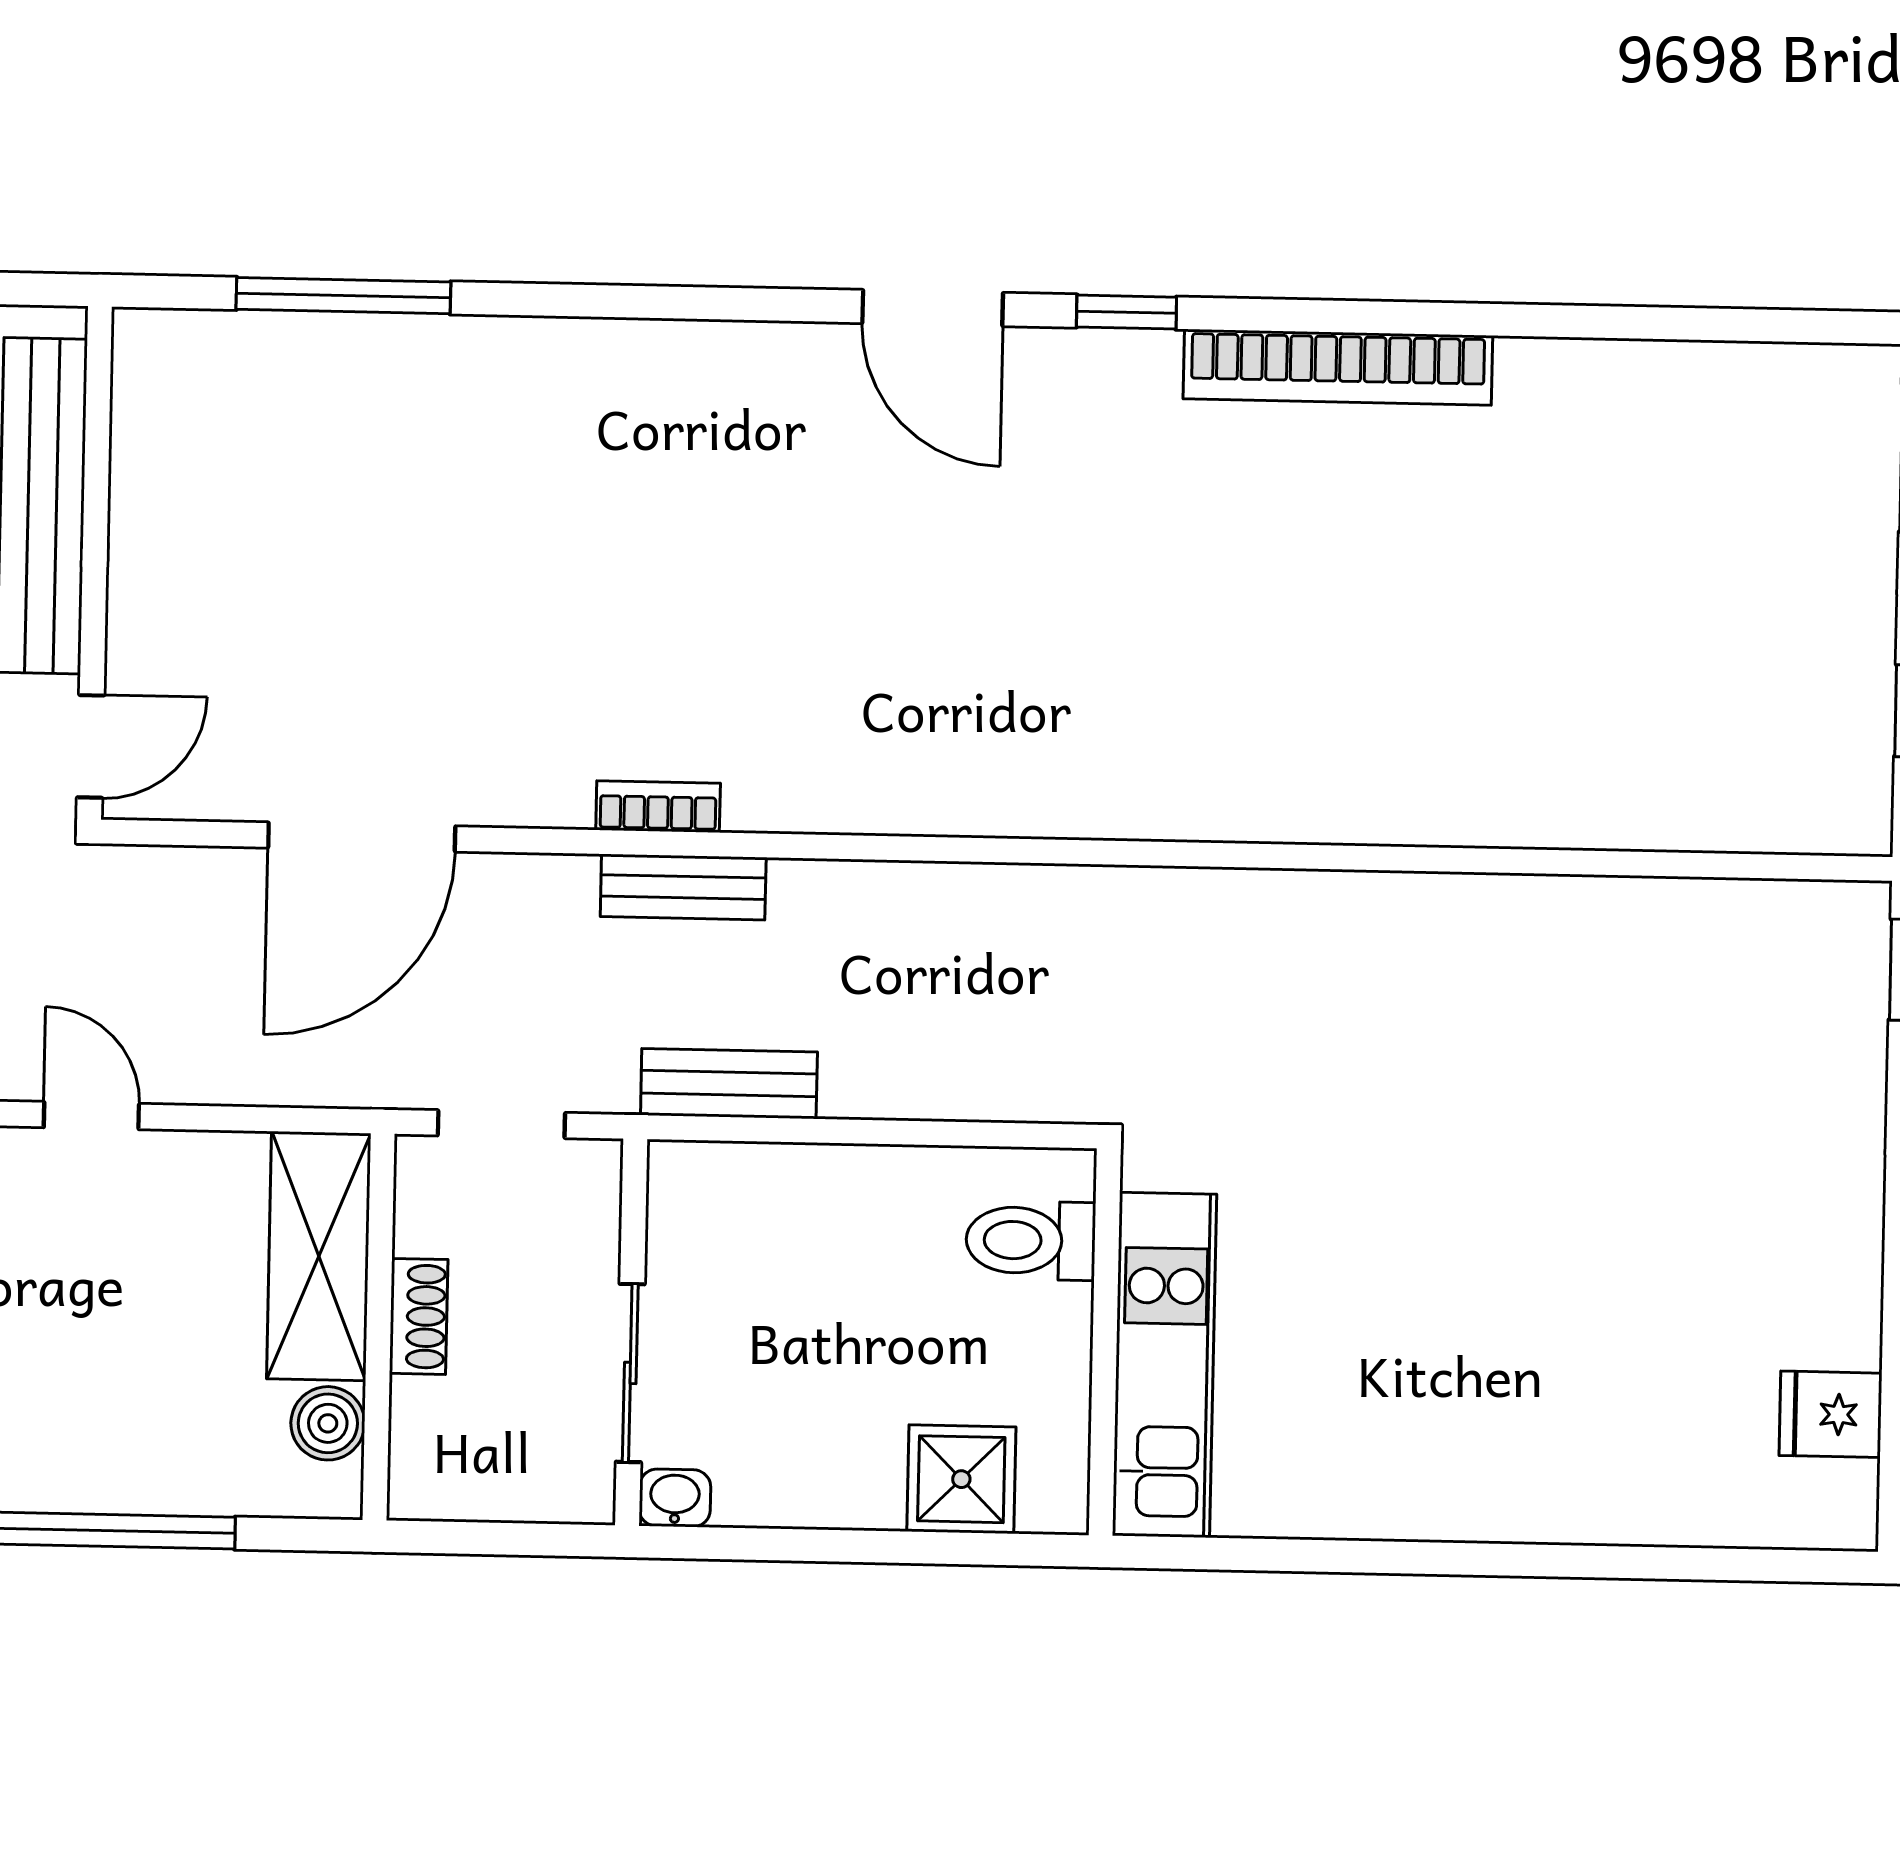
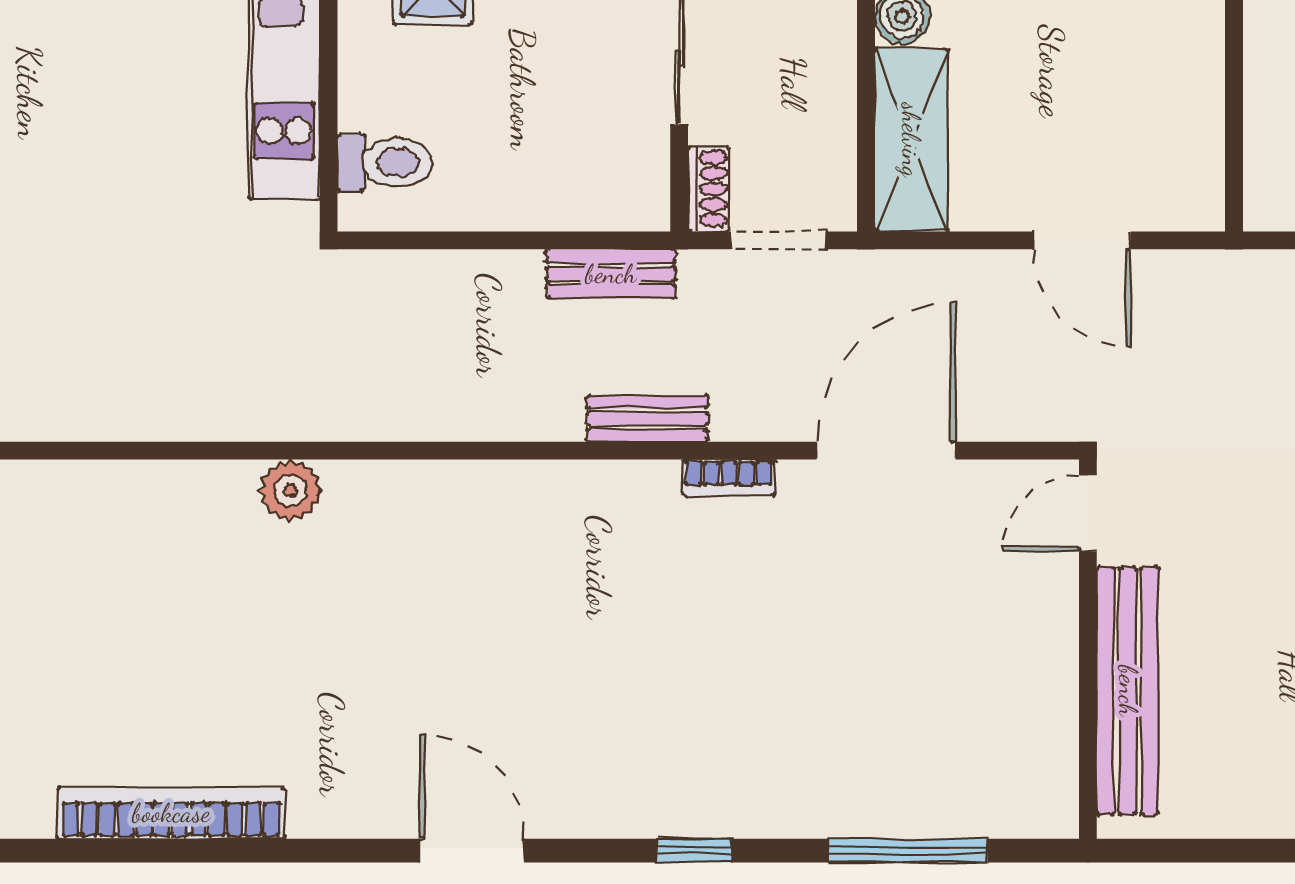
window: (1127, 312) -> (694, 851), moved
plant: (1168, 800) -> (290, 490), added
bookcase: (658, 807) -> (729, 478), moved
door: (91, 1116) -> (1082, 240), width x1.38
shoe rack: (419, 1316) -> (709, 189), moved, turned 180

